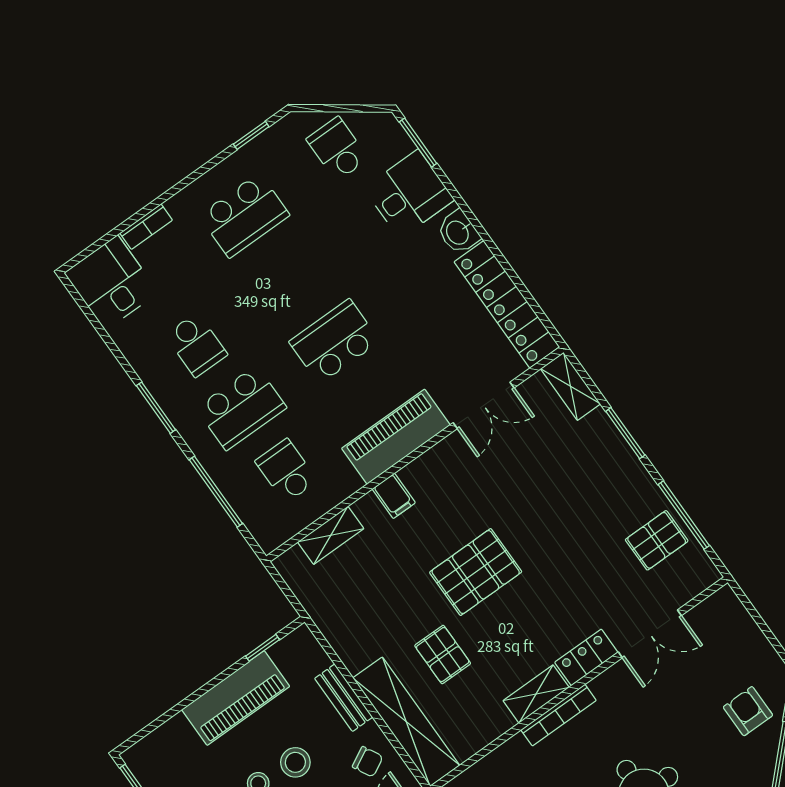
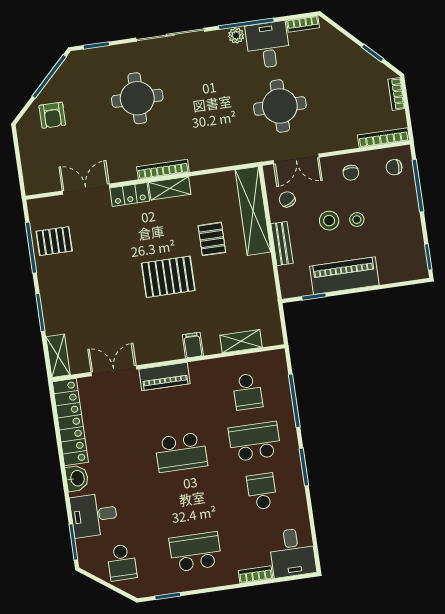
piano: (396, 437) -> (165, 376), width x0.73, depth x0.75

